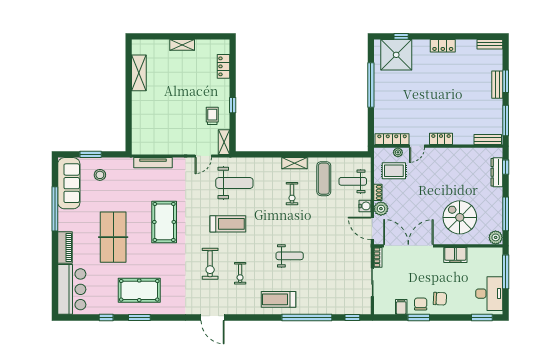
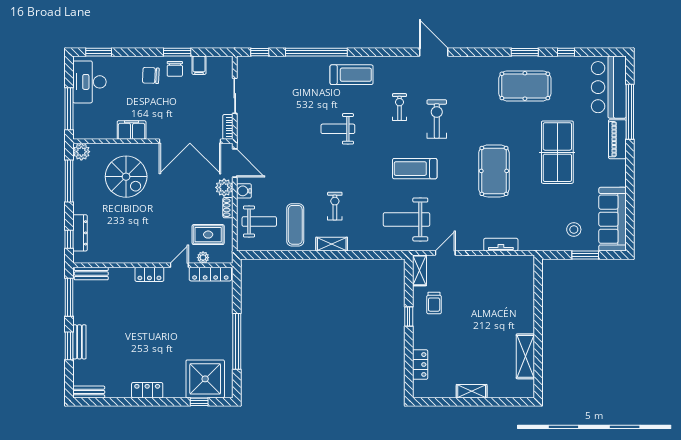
tv unit: (153, 163) -> (501, 245), width x0.71
window: (55, 209) -> (630, 112), moved

